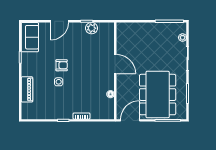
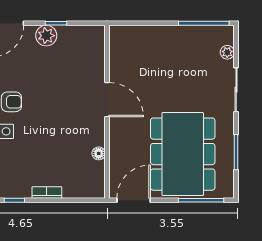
plant: (91, 28) -> (46, 36), moved

